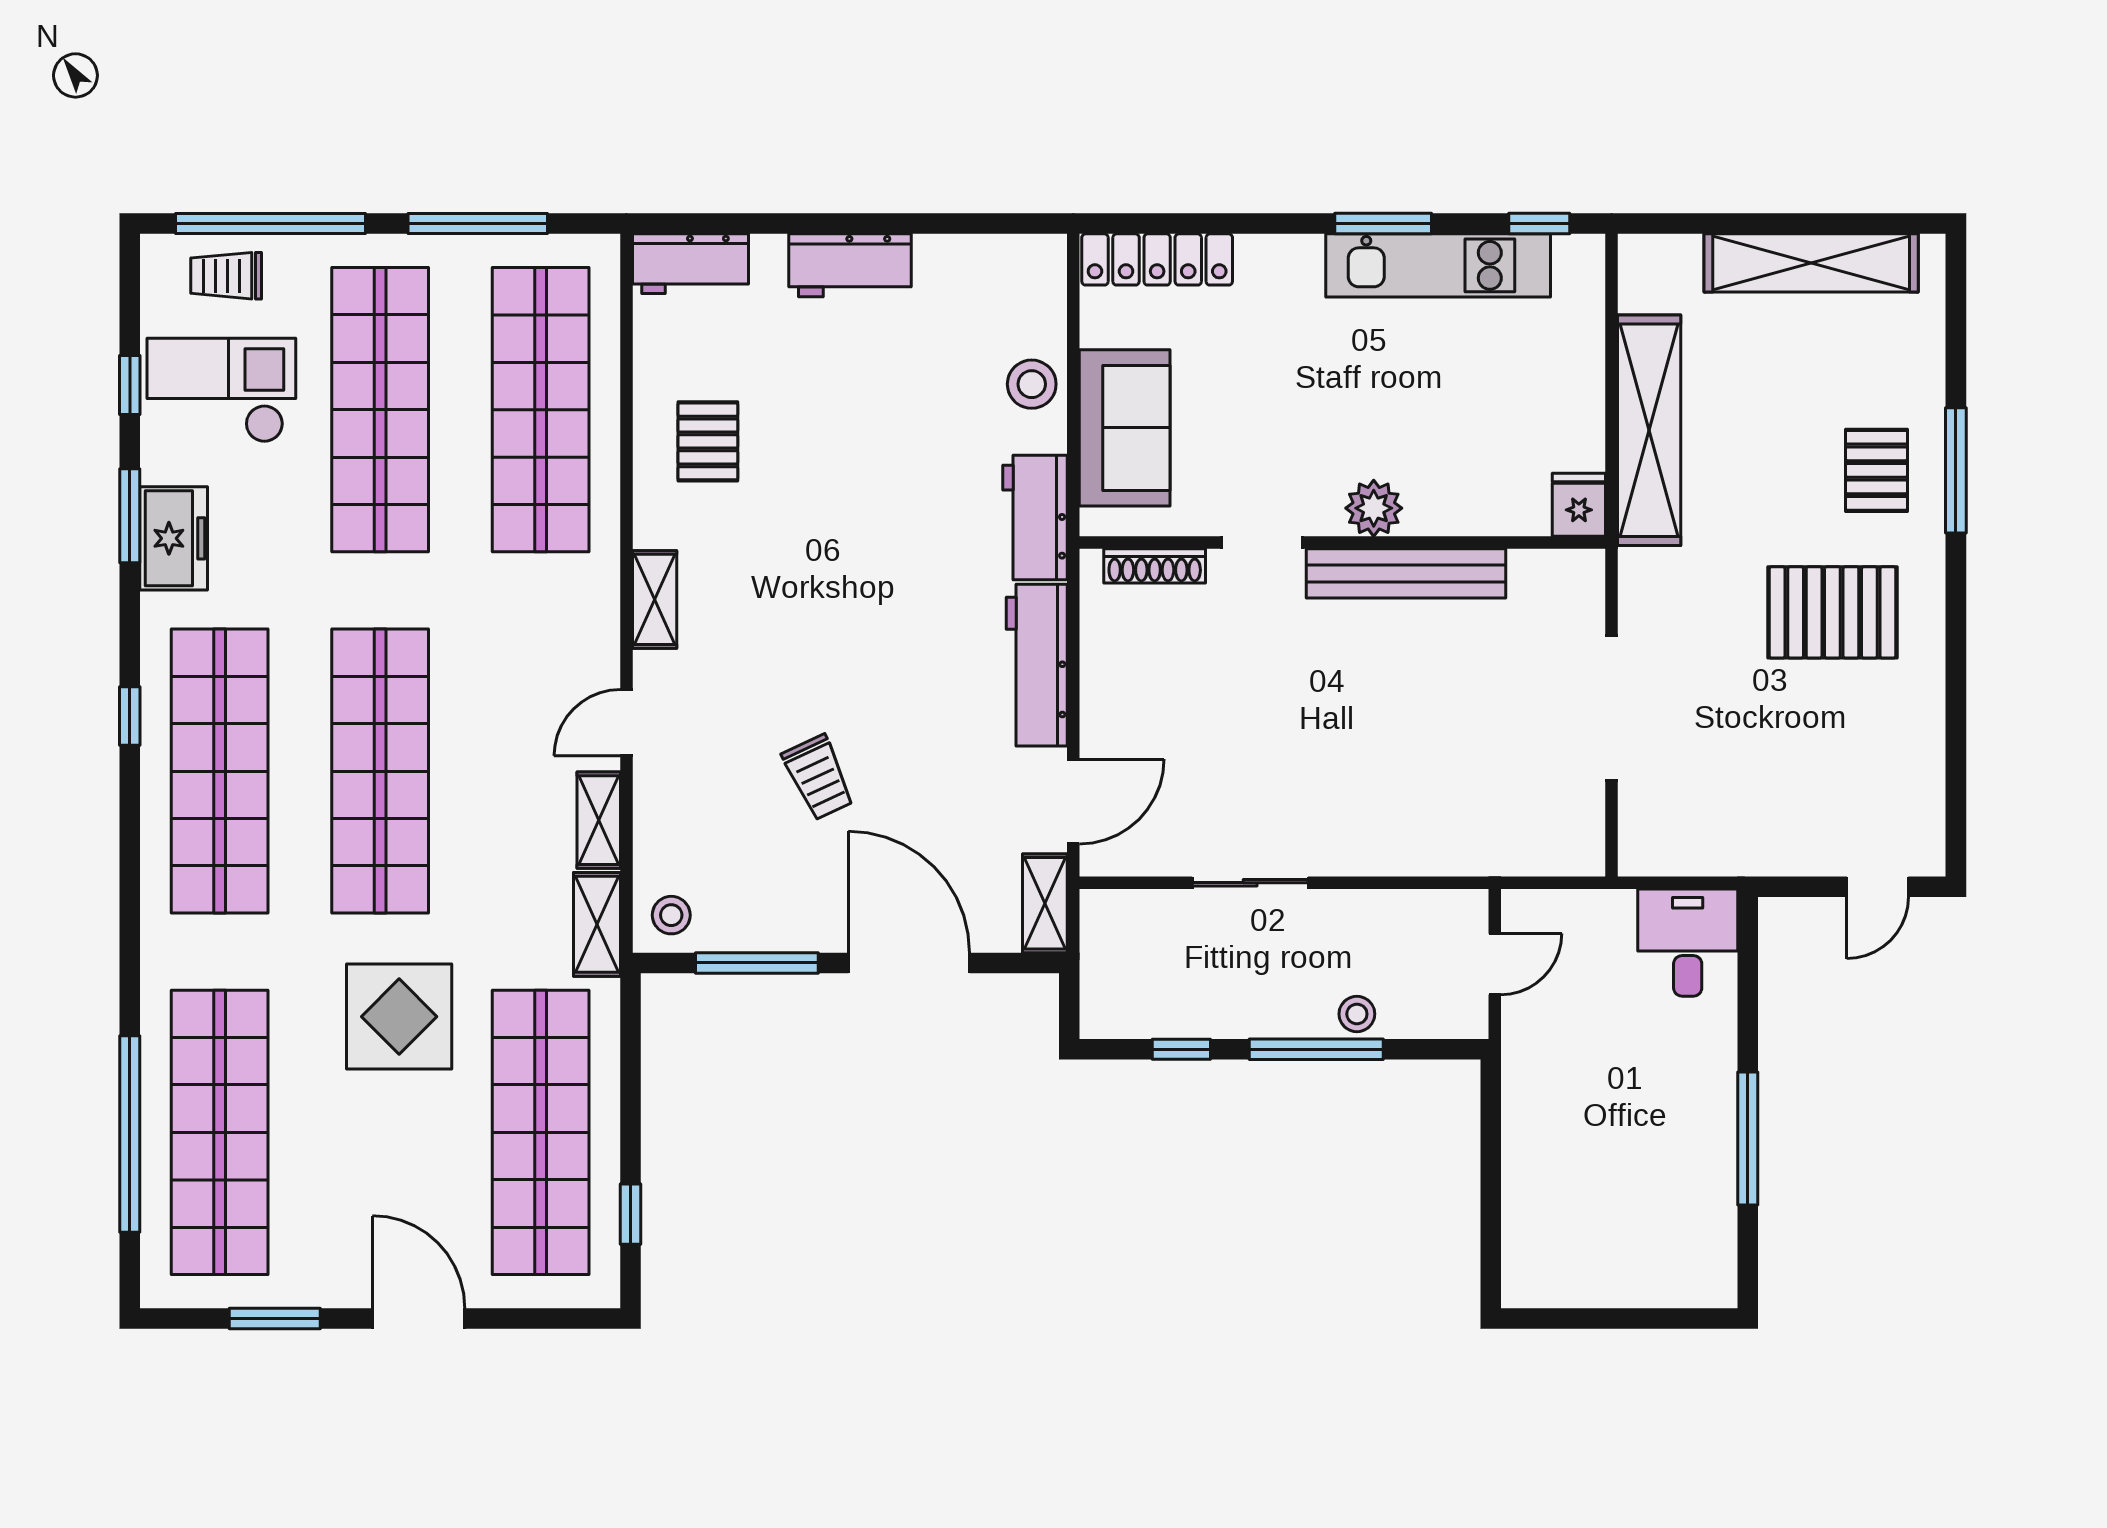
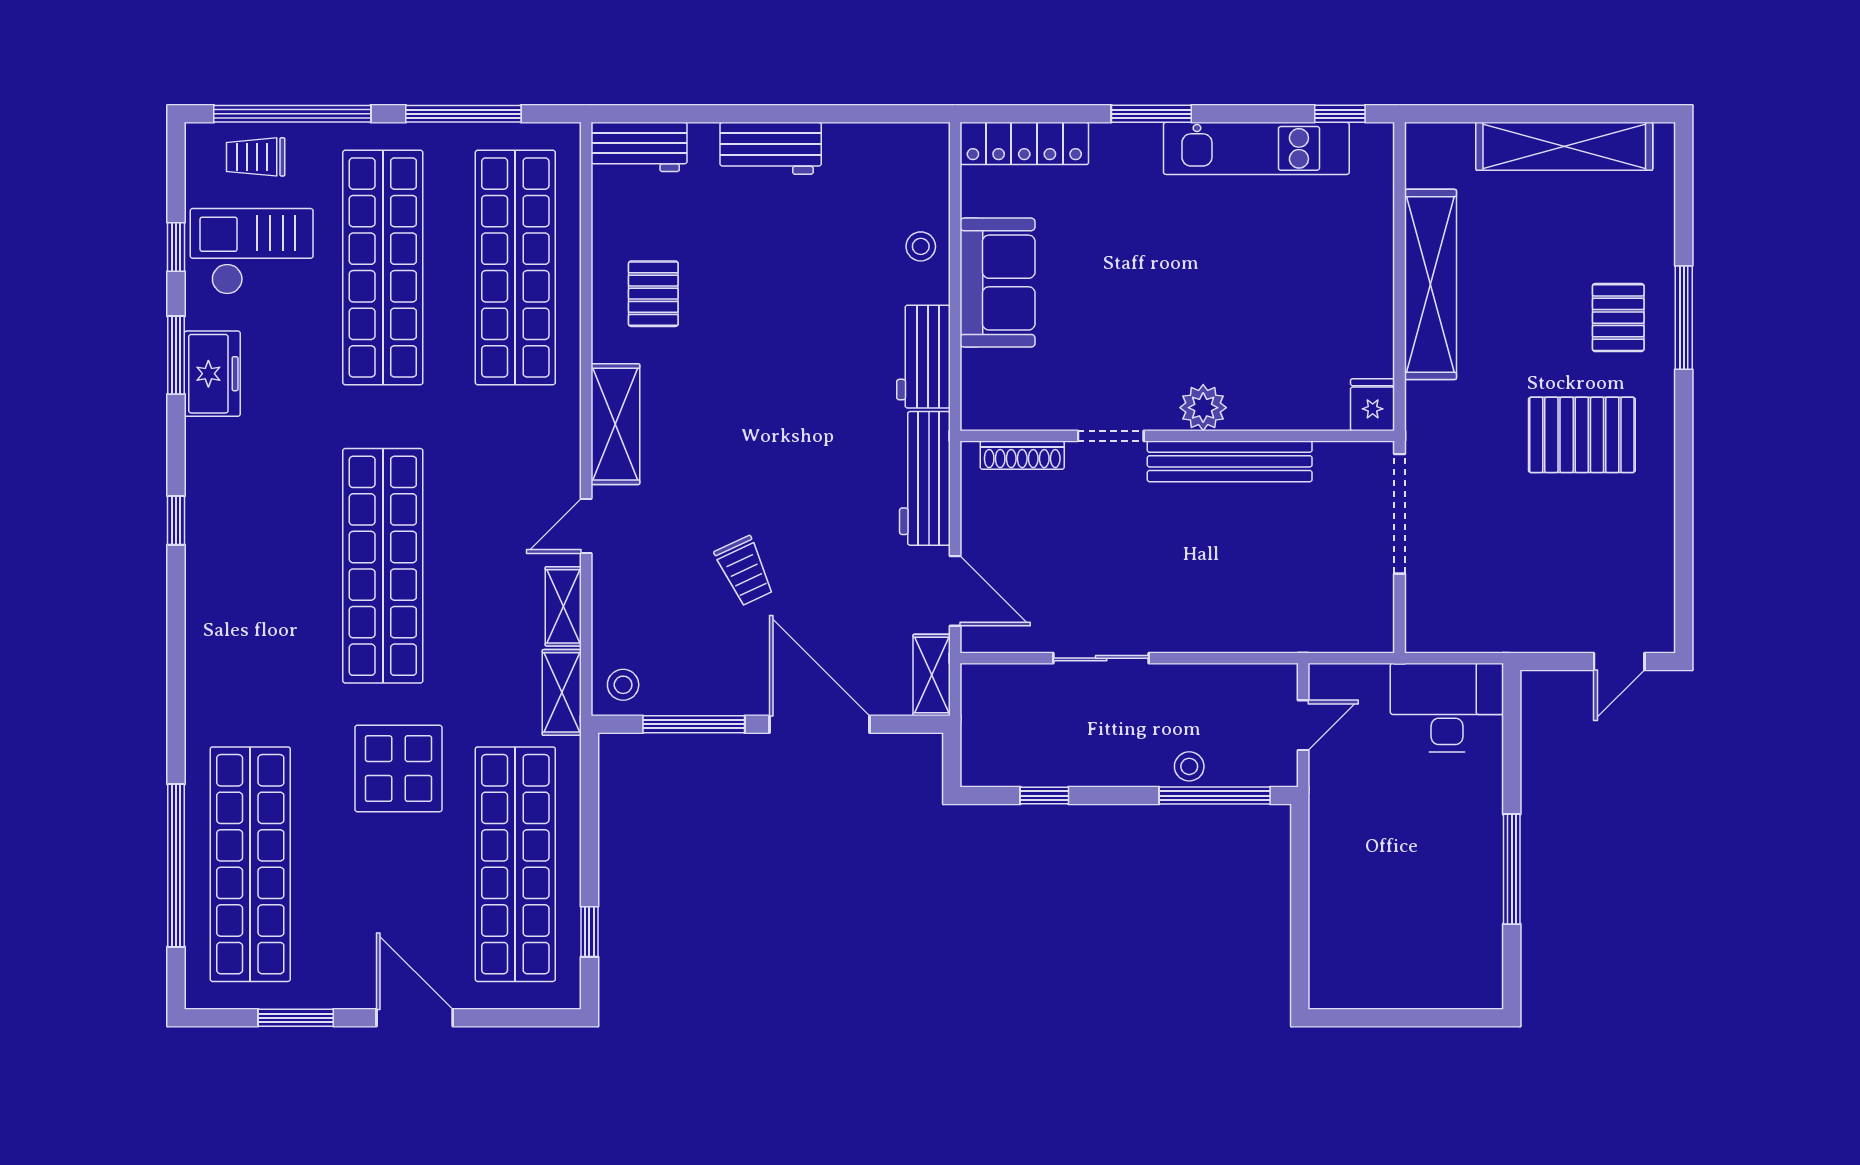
window: (1383, 224) -> (1151, 114), moved
stool: (1032, 384) -> (921, 246), width x0.73, depth x0.73
fridge: (1579, 505) -> (1373, 405), moved
plant: (1374, 508) -> (1203, 408), moved
doorway: (1262, 542) -> (1111, 436), moved
wall: (1342, 542) -> (1177, 436), moved
shoe rack: (1155, 566) -> (1022, 455), moved
bench: (1406, 573) -> (1230, 461), moved
shelving: (655, 599) -> (615, 424), width x1.50, depth x1.33
shop shelf: (220, 771) -> (250, 566), removed
door: (1073, 801) -> (955, 591), hinge flipped
desk: (1688, 943) -> (1447, 707), width x1.37
window: (1316, 1049) -> (1215, 796), moved

